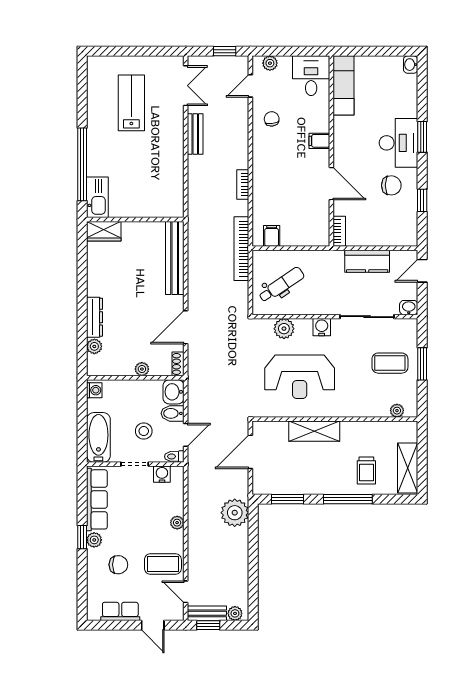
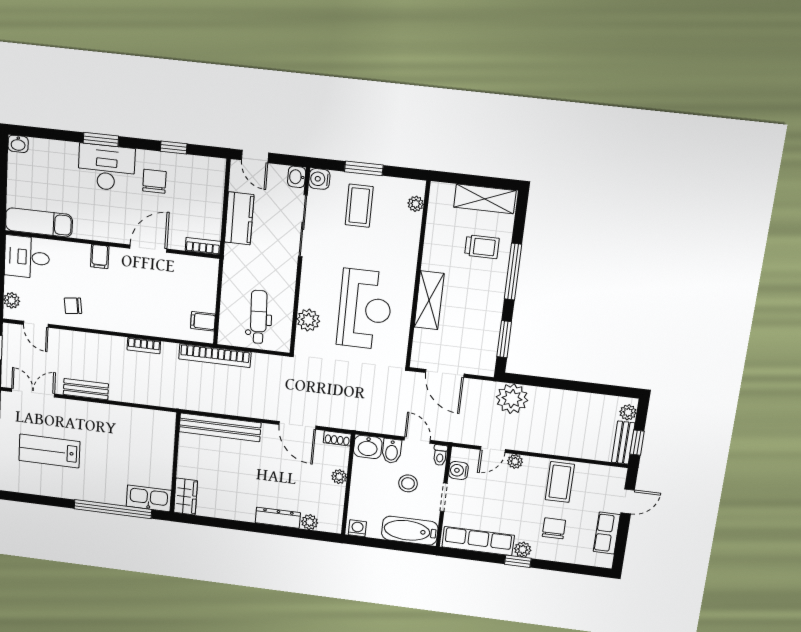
dental chair: (281, 285) -> (259, 317), turned 31
water cooler: (322, 327) -> (319, 179), moved
door: (186, 592) -> (493, 449), moved

